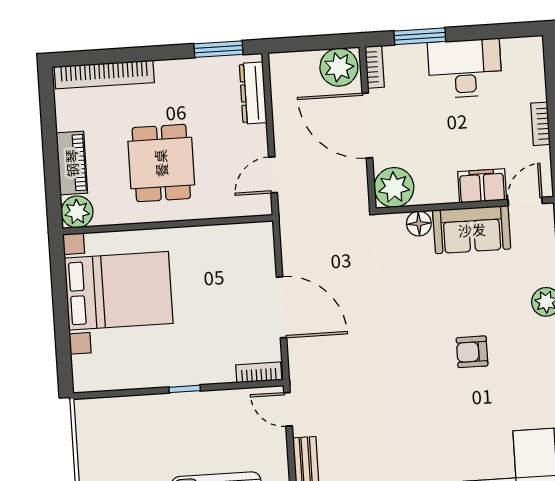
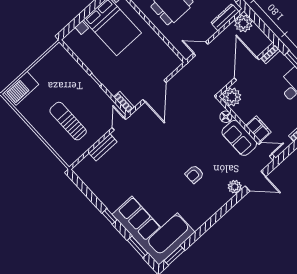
plant: (339, 67) -> (243, 23), moved
armchair: (472, 352) -> (194, 174), turned -90

